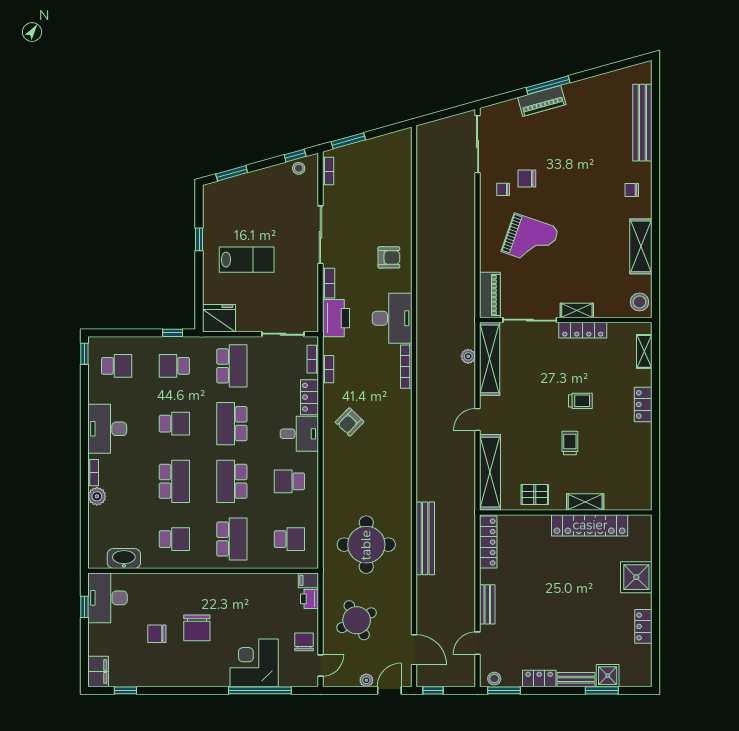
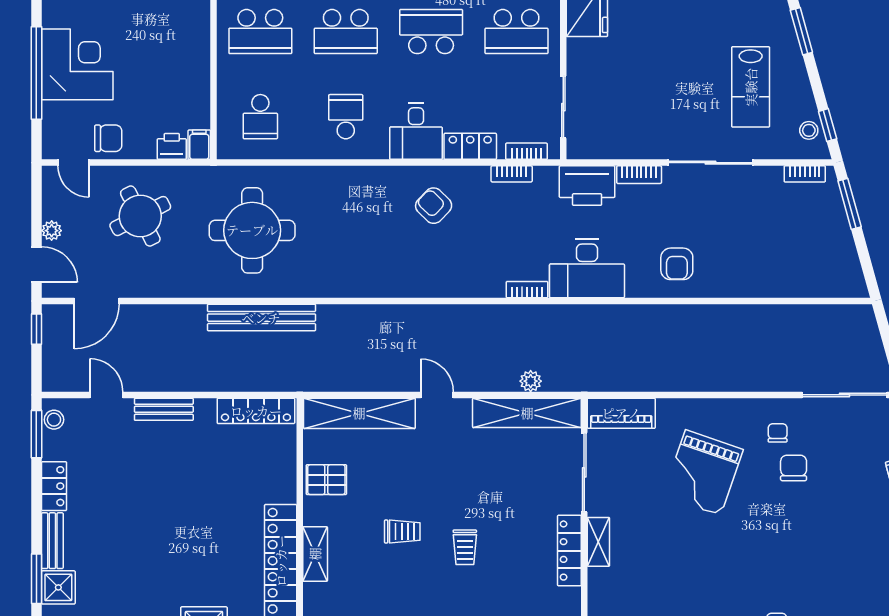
lab bench: (247, 260) -> (751, 87), moved
bookcase: (406, 367) -> (527, 290), width x0.64
school desk: (232, 481) -> (346, 32), turned 180
pallet: (535, 494) -> (326, 480), turned 90

